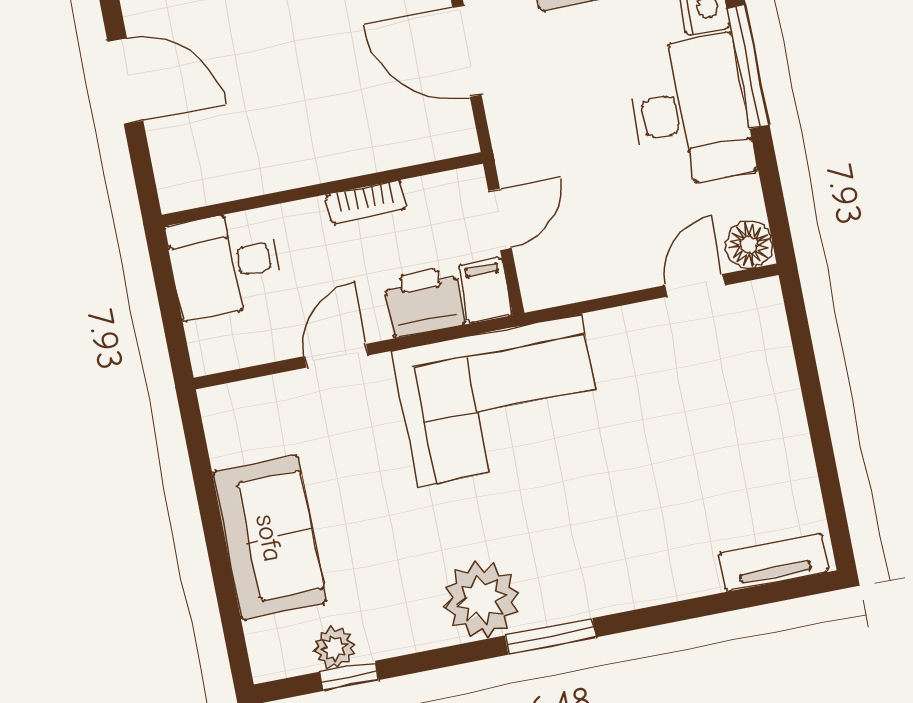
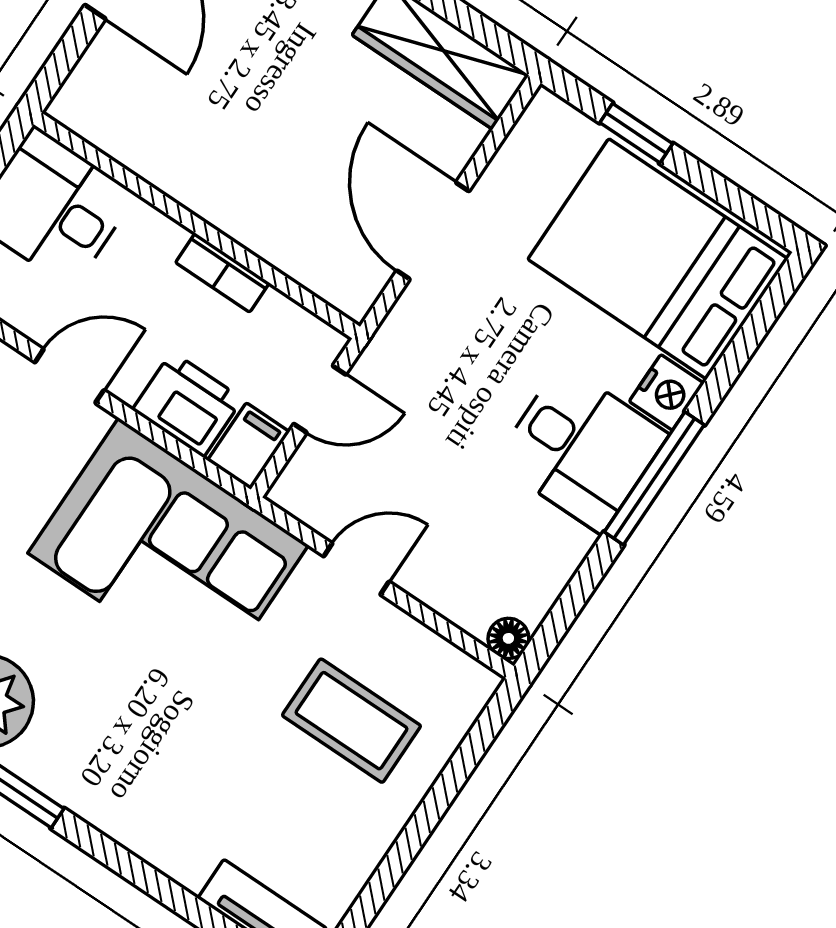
desk: (690, 111) -> (581, 448), width x0.73
floor lamp: (749, 245) -> (508, 638), width x0.73, depth x0.73
door: (695, 285) -> (356, 569), moved
coffee table: (712, 393) -> (351, 721), added

